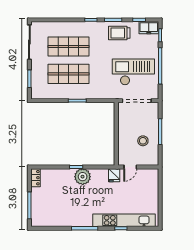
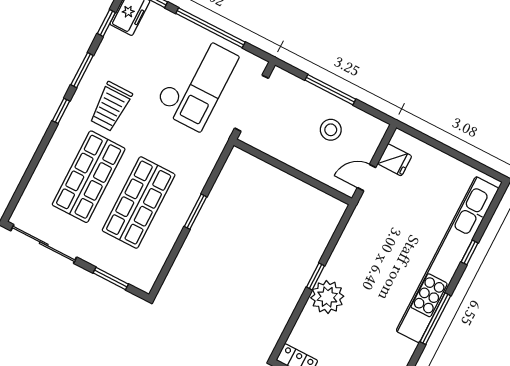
trolley: (119, 33) -> (111, 107), moved
checkout: (133, 72) -> (196, 82), turned 180
door: (130, 167) -> (367, 178), swing flipped
fridge: (114, 175) -> (395, 160), moved
plant: (83, 177) -> (327, 297), moved
kitchen unit: (124, 220) -> (447, 260), width x1.36

